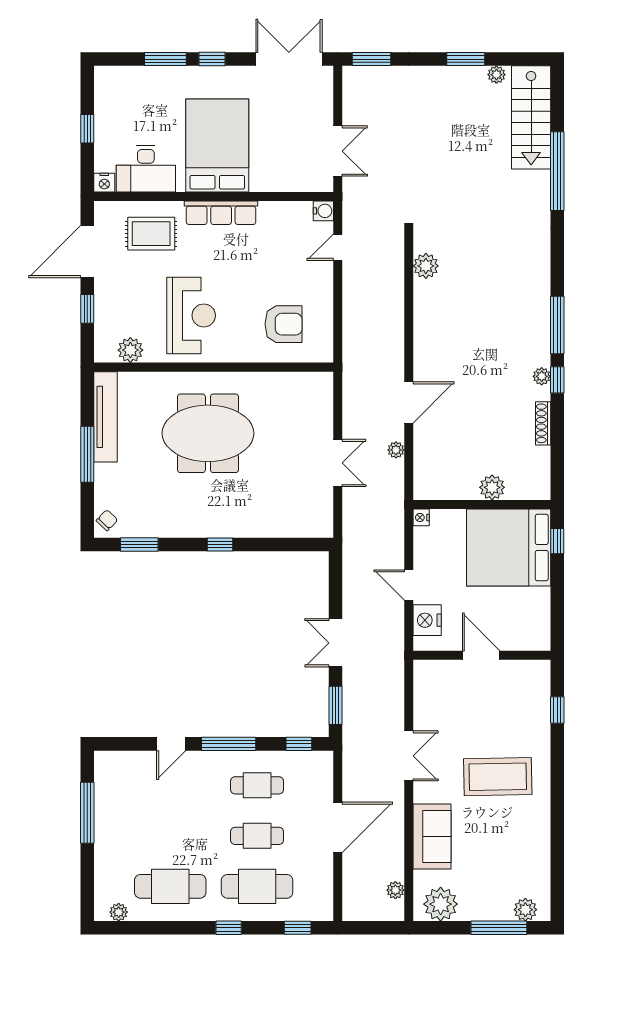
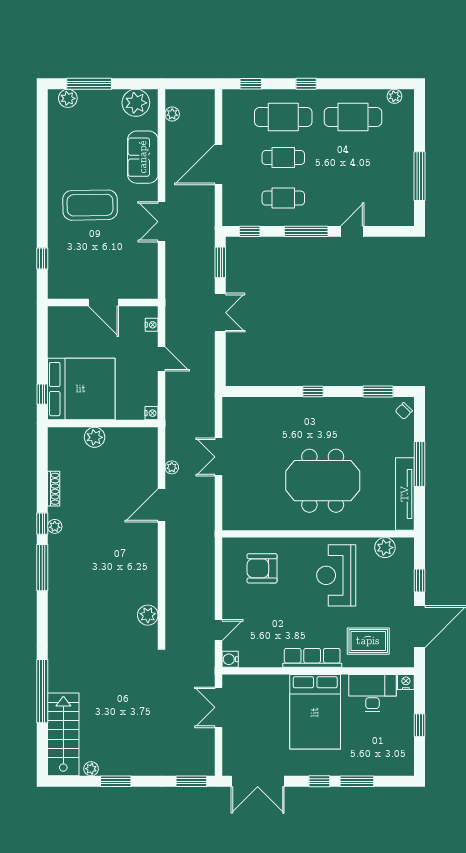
nightstand: (427, 620) -> (152, 325), width x0.53, depth x0.56

